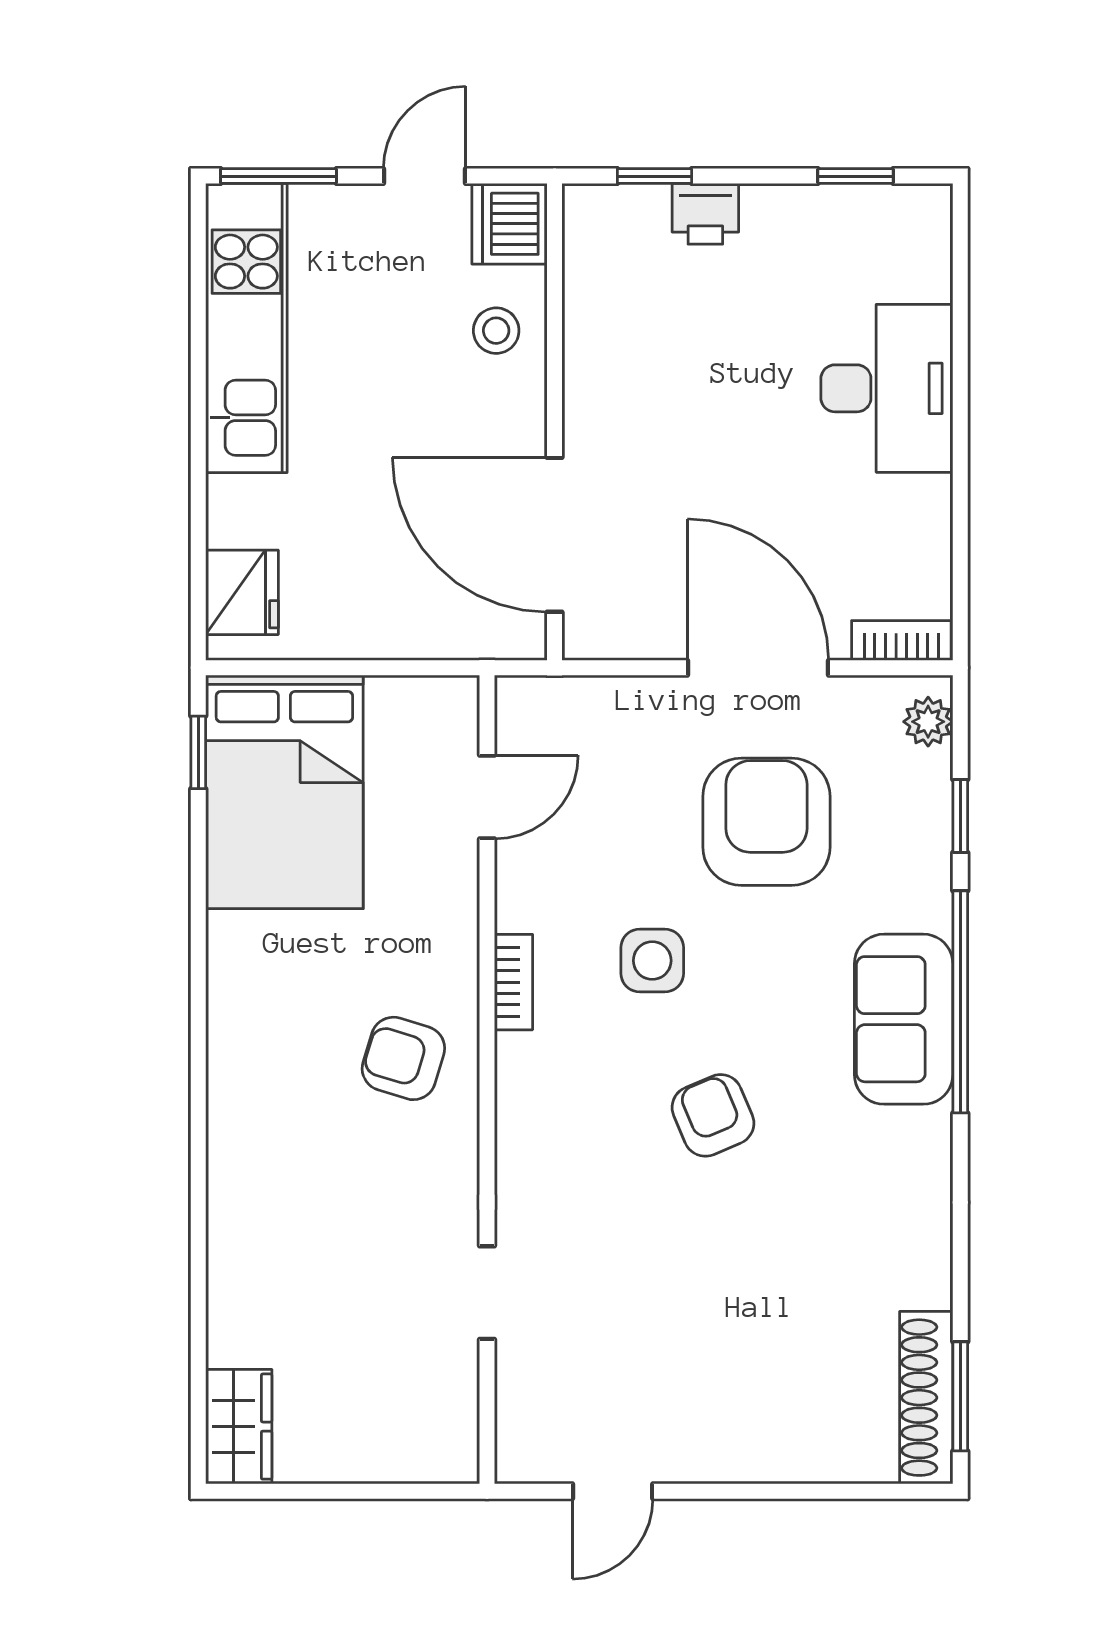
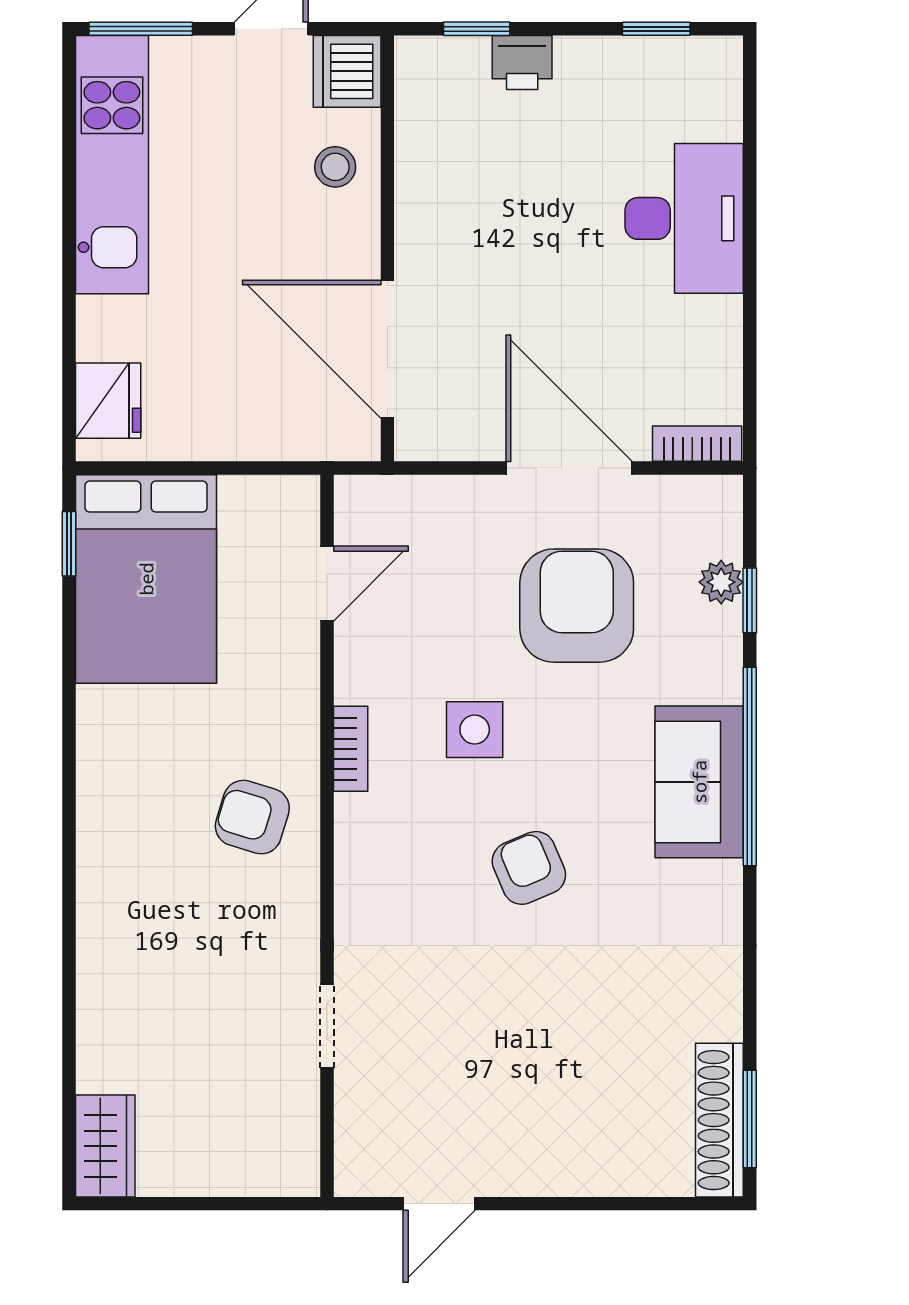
plant: (928, 722) -> (721, 582), moved

